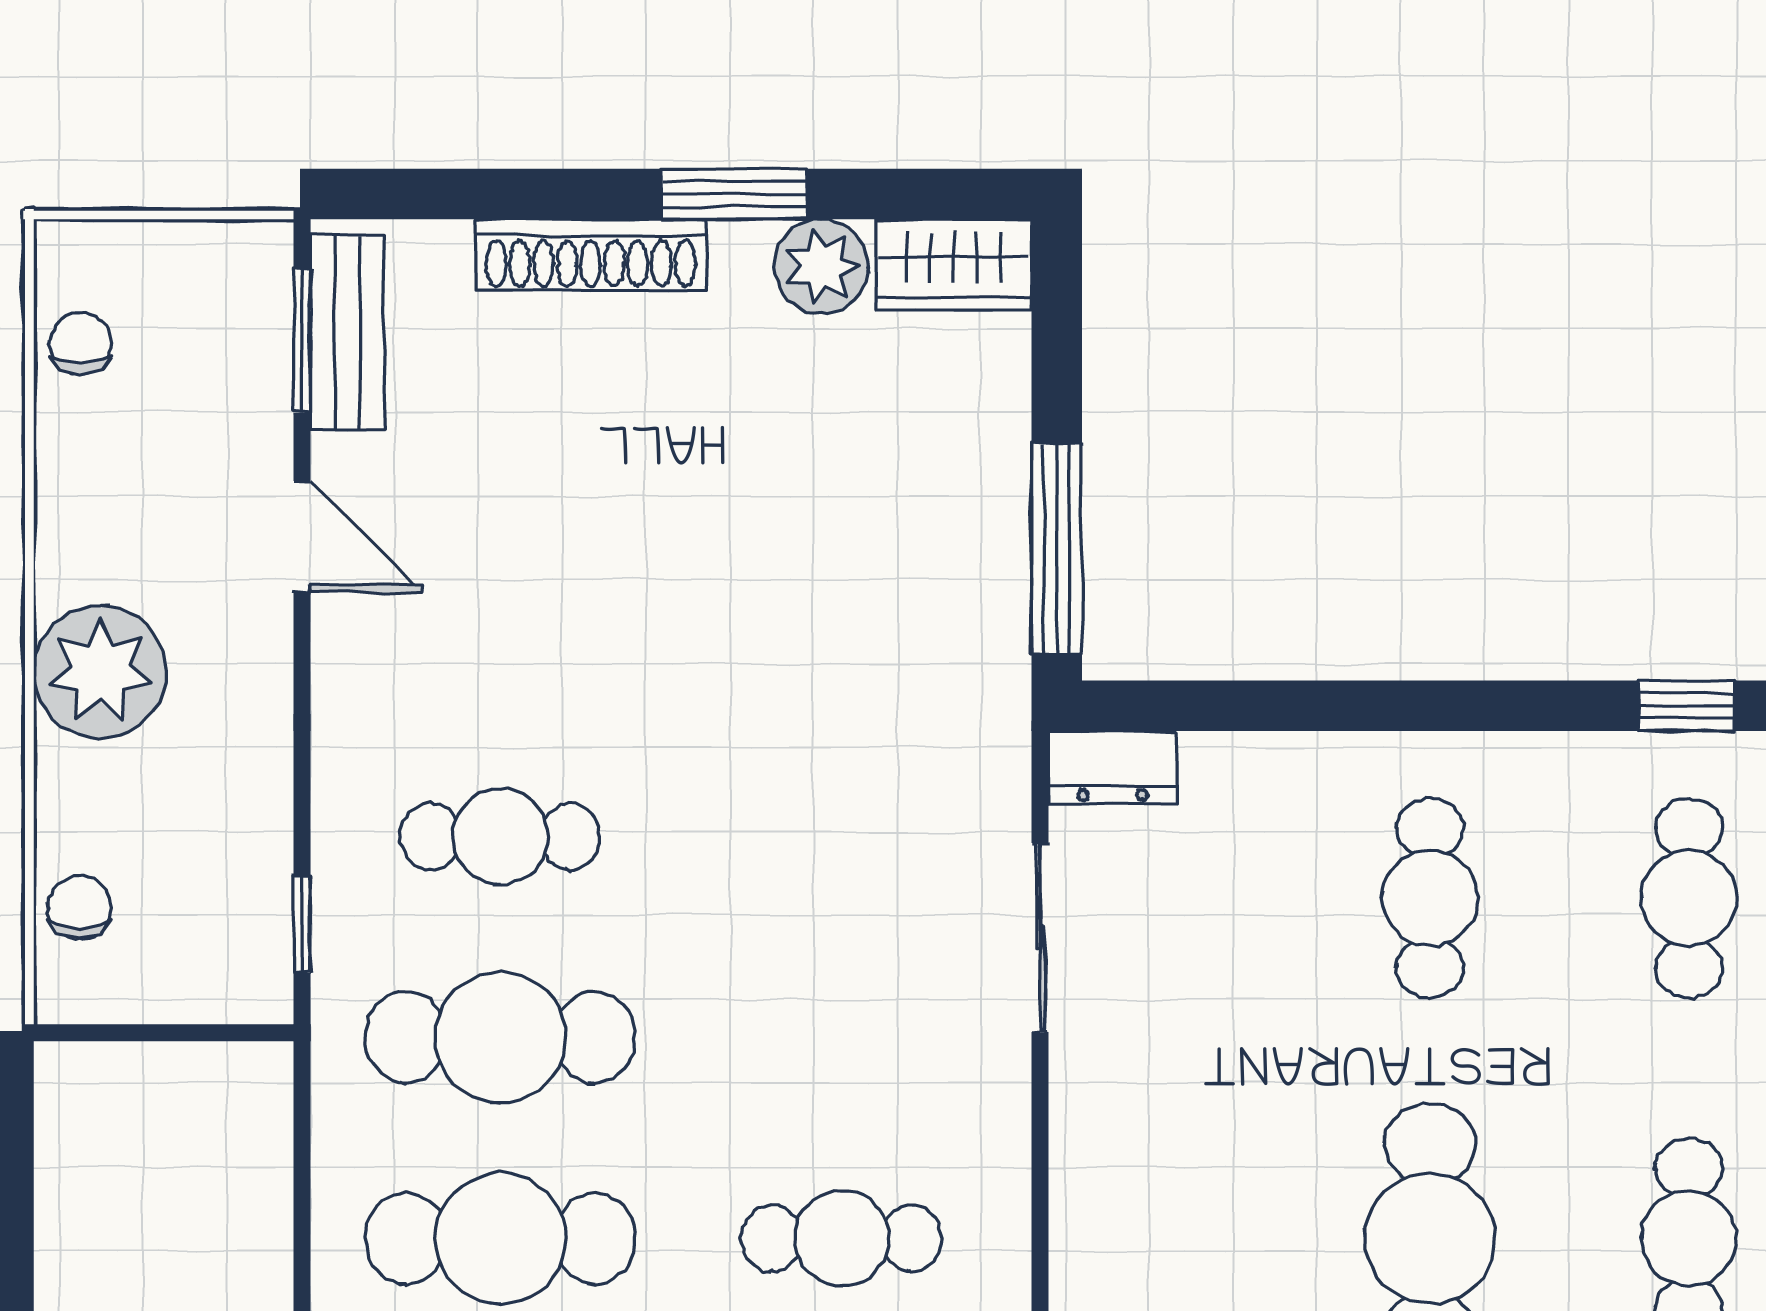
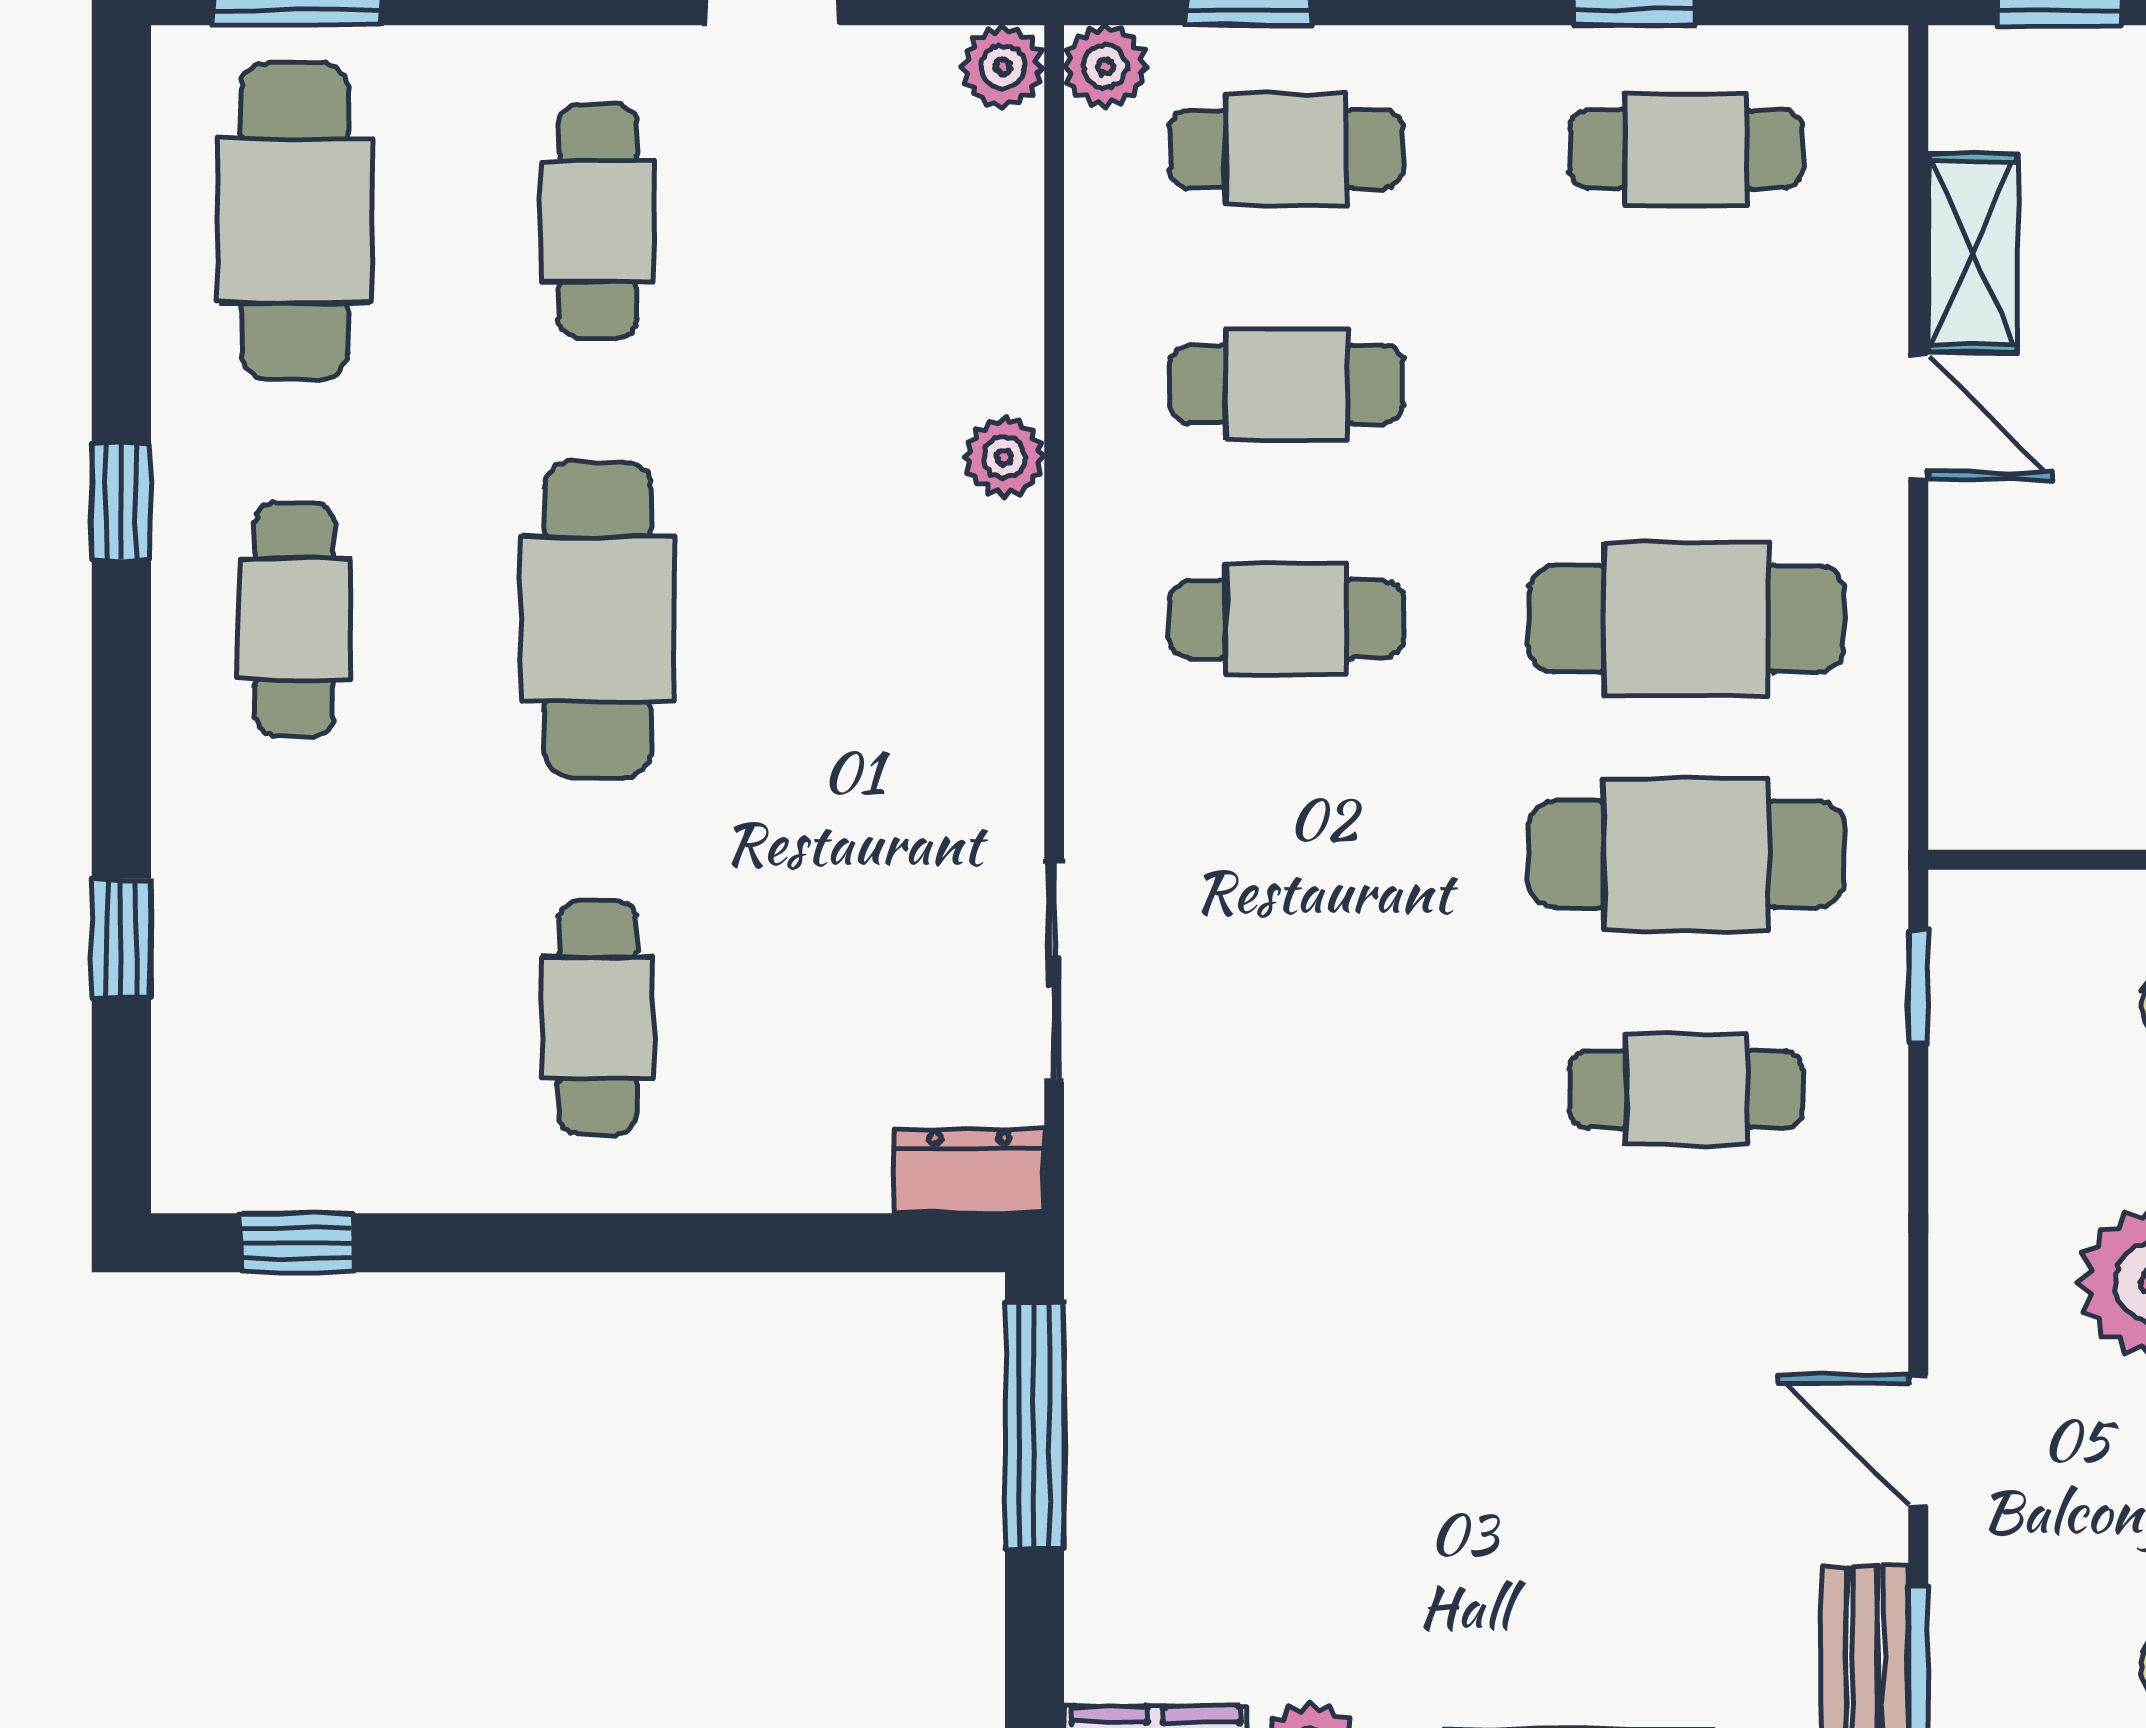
cafe table: (1689, 898) -> (295, 1018), removed

